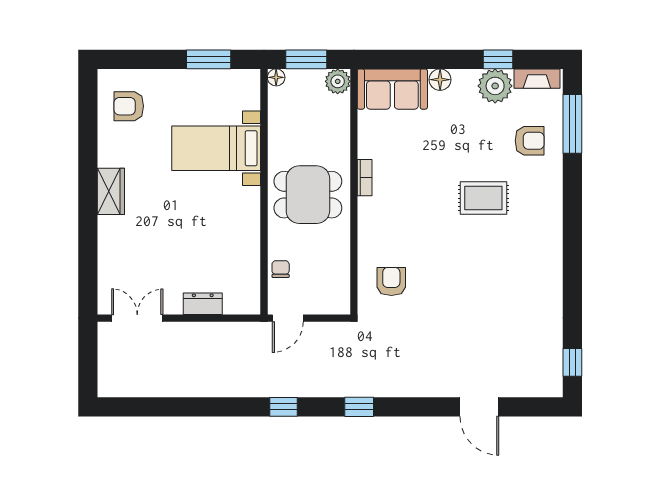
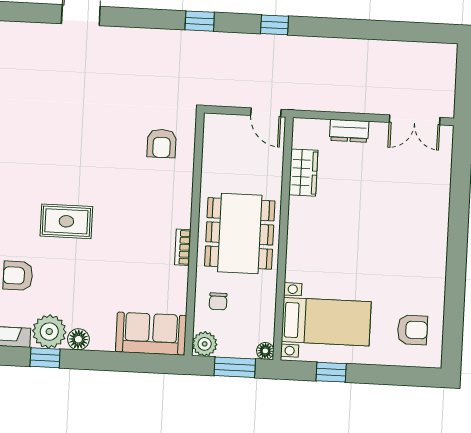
window: (209, 59) -> (331, 372), width x0.67
floor lamp: (440, 80) -> (78, 339), moved
bed with nightstands: (216, 148) -> (326, 322), moved
wardrobe: (111, 191) -> (303, 173), moved, turned 180
dining table: (308, 195) -> (240, 233), width x1.37
chair: (281, 269) -> (218, 301), moved
door: (288, 318) -> (266, 112), swing flipped

